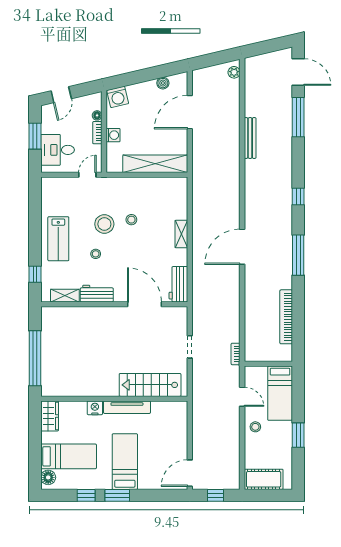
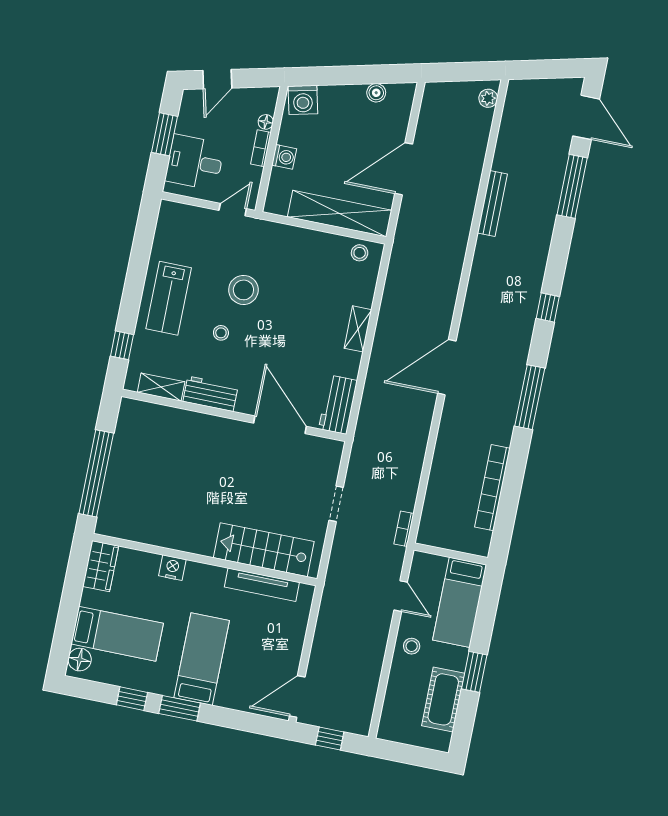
door: (190, 112) -> (404, 169), moved
stool: (131, 220) -> (360, 253), moved
tv unit: (127, 407) -> (262, 585), moved
cot: (264, 479) -> (443, 699), moved, turned 90

